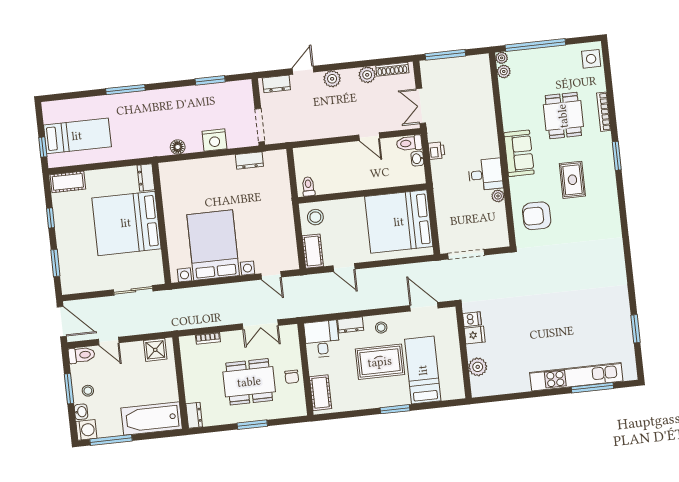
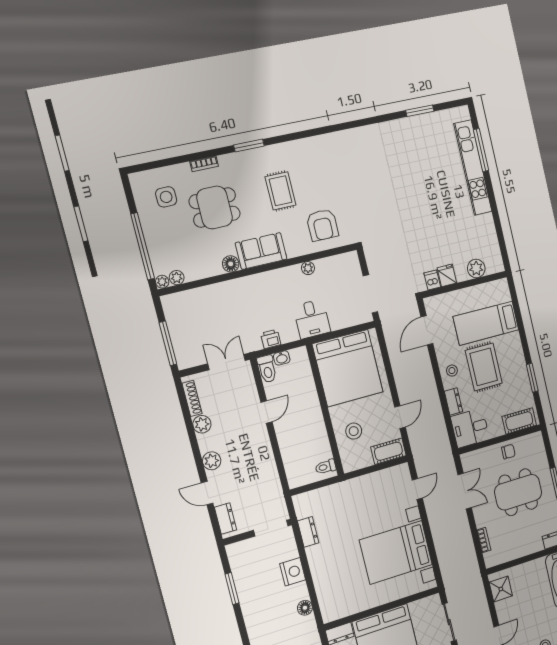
side table: (591, 59) -> (166, 197), moved
double door: (421, 106) -> (227, 362), swing flipped
bookcase: (604, 112) -> (204, 164), width x0.64
floor lamp: (510, 123) -> (231, 264), added
desk: (485, 174) -> (312, 319), moved, turned 180
rug: (572, 180) -> (280, 191), turned 90
stool: (315, 217) -> (354, 431), moved
dining table: (249, 382) -> (518, 492), turned 90
window: (395, 409) -> (532, 378), moved

